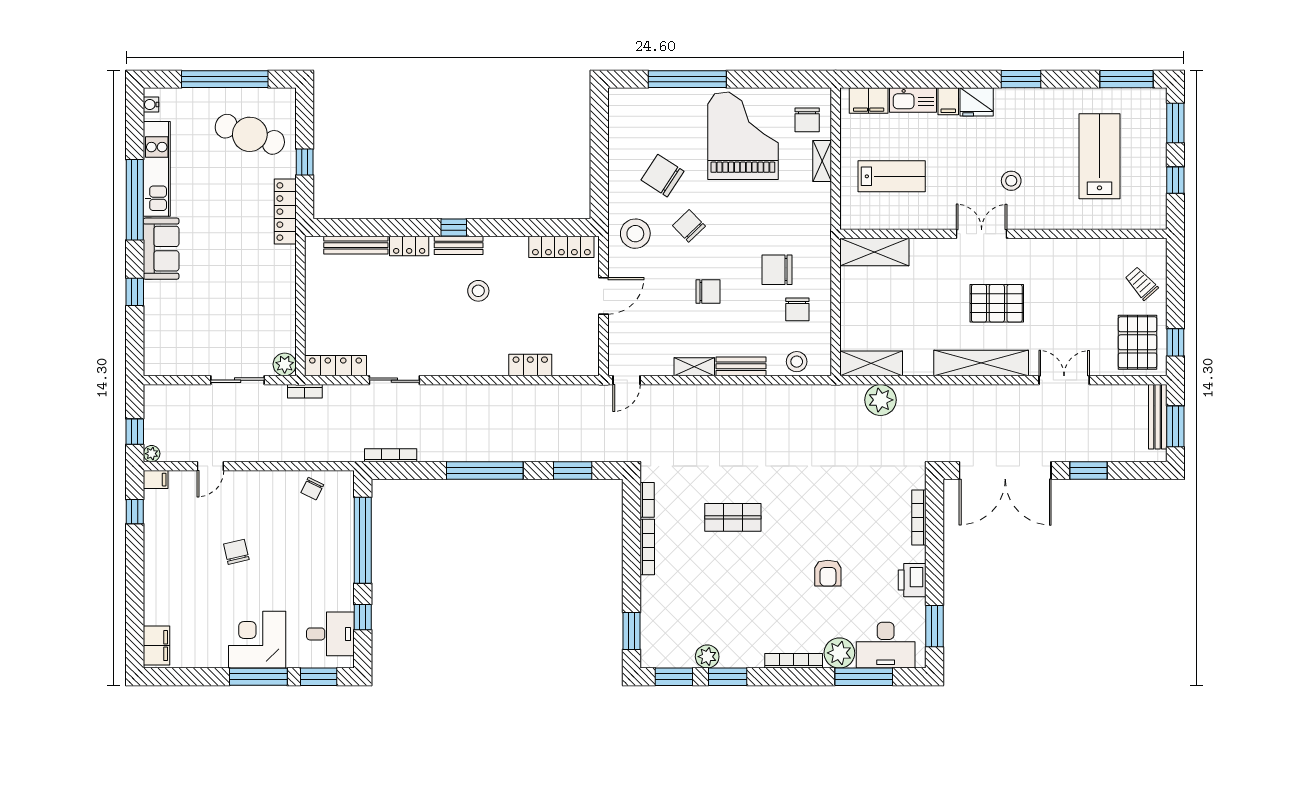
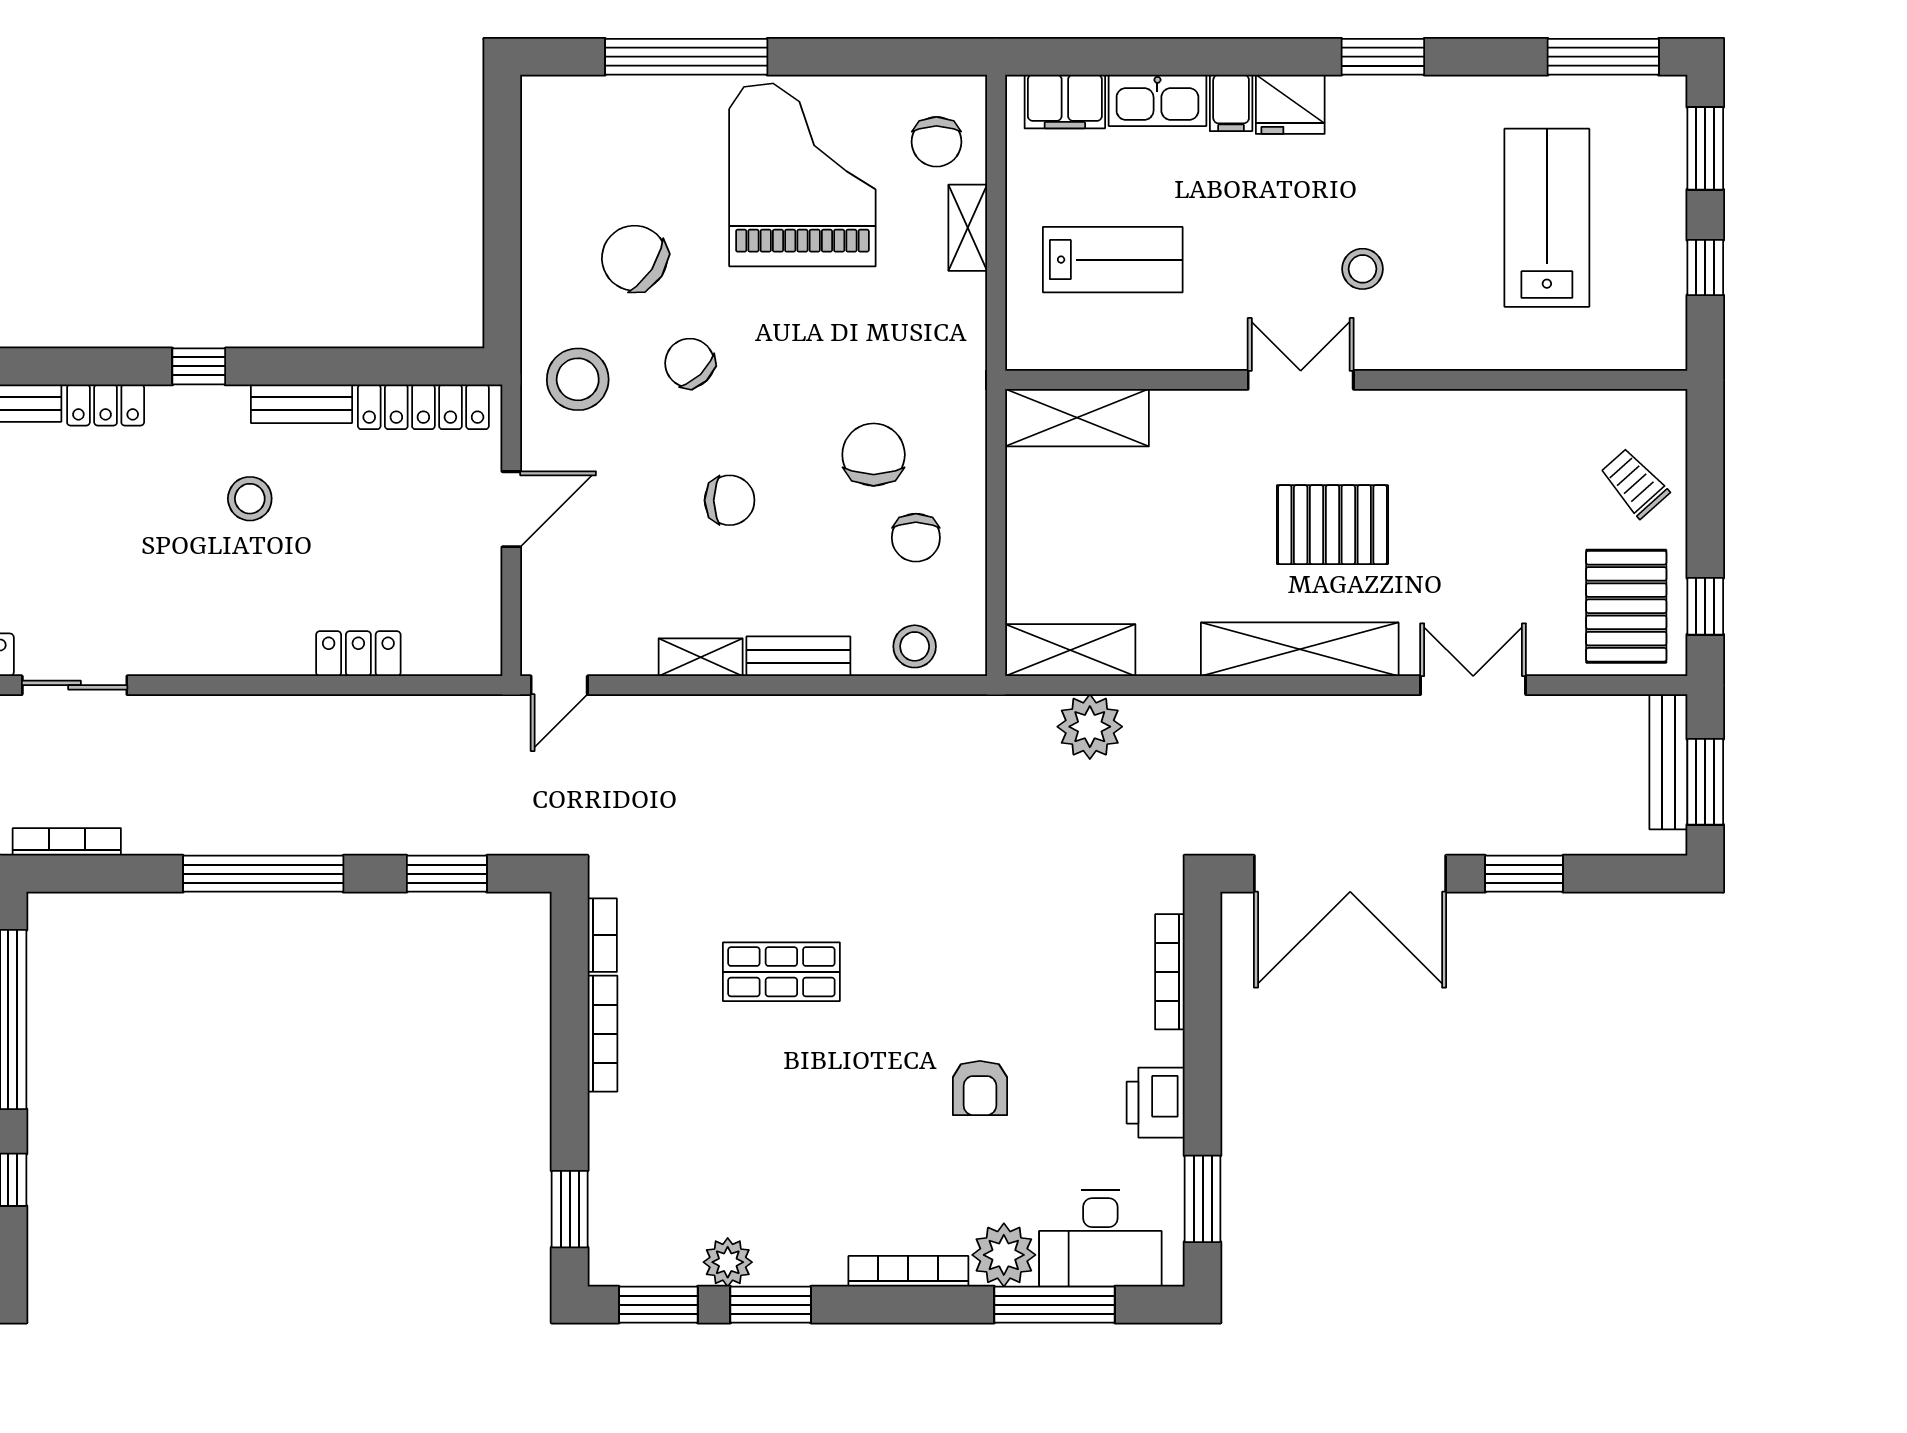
bench: (459, 245) -> (301, 404), moved
chair: (777, 270) -> (874, 455), turned 90

